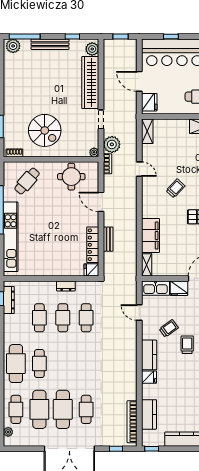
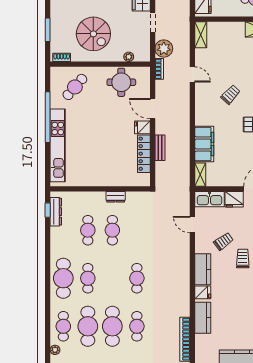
plant: (94, 152) -> (129, 57), moved
fridge: (91, 270) -> (142, 127), moved
cafe table: (86, 318) -> (137, 278), moved
kitchen counter: (149, 414) -> (203, 318), moved

